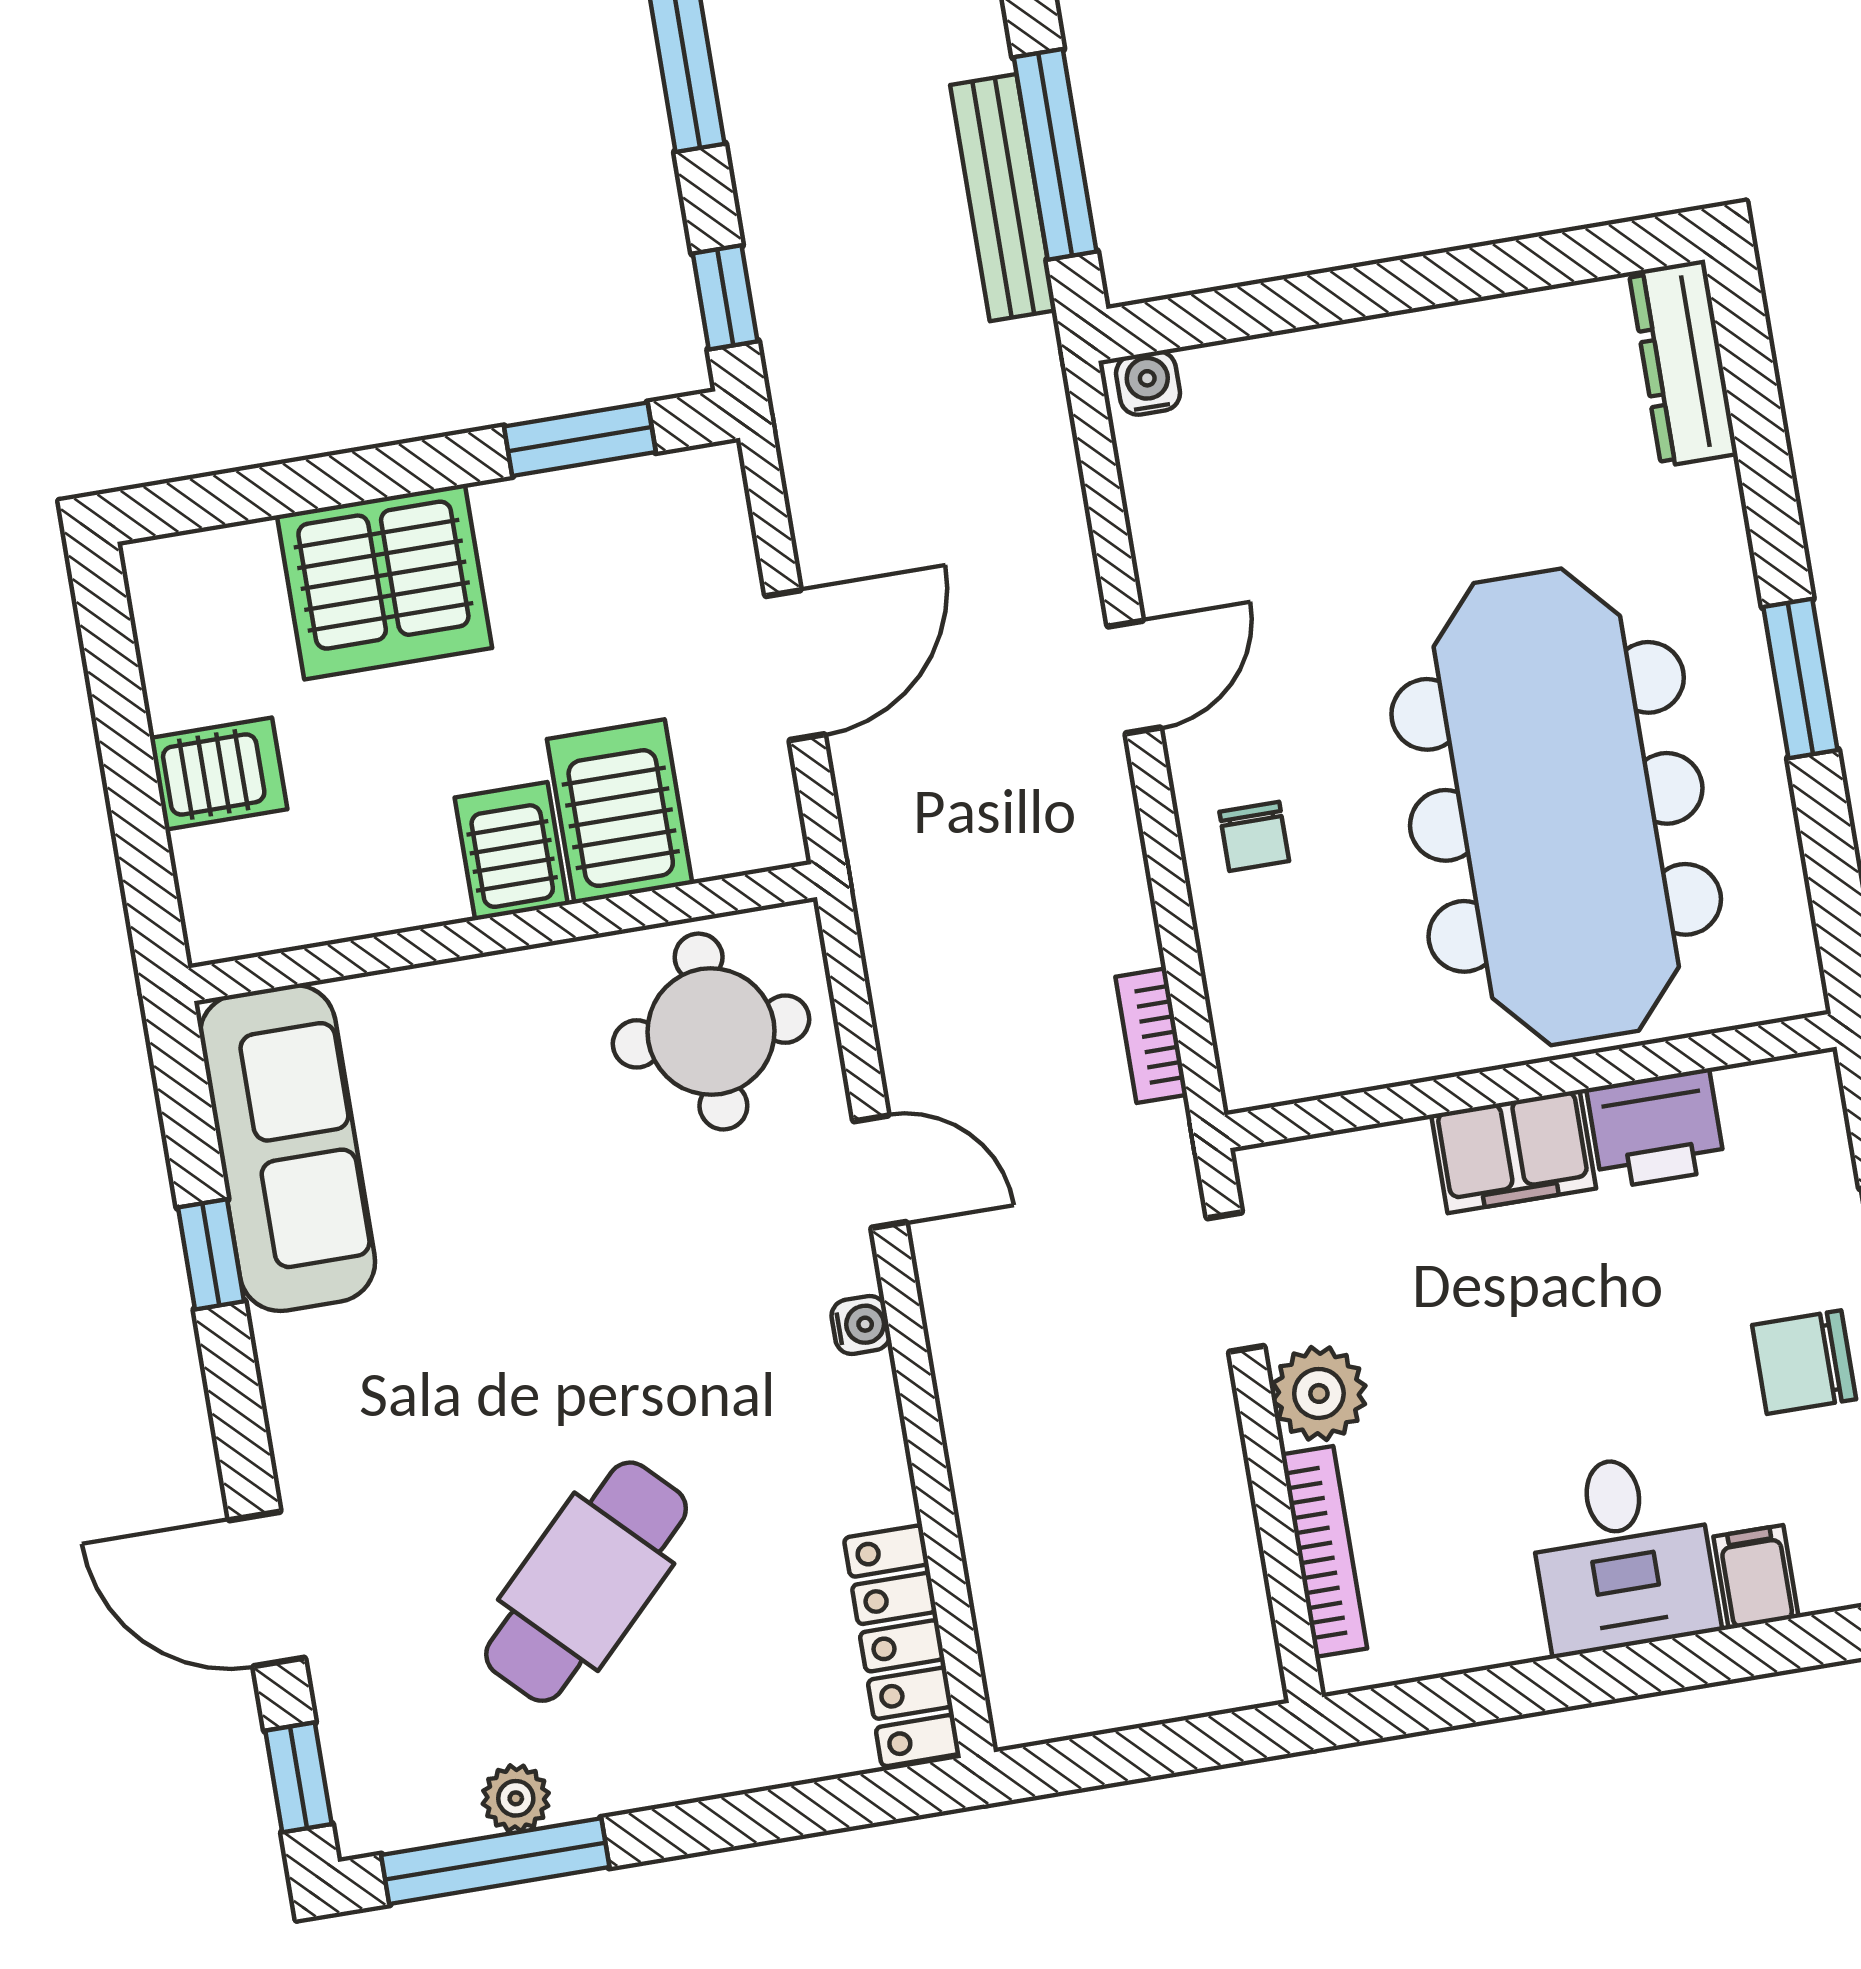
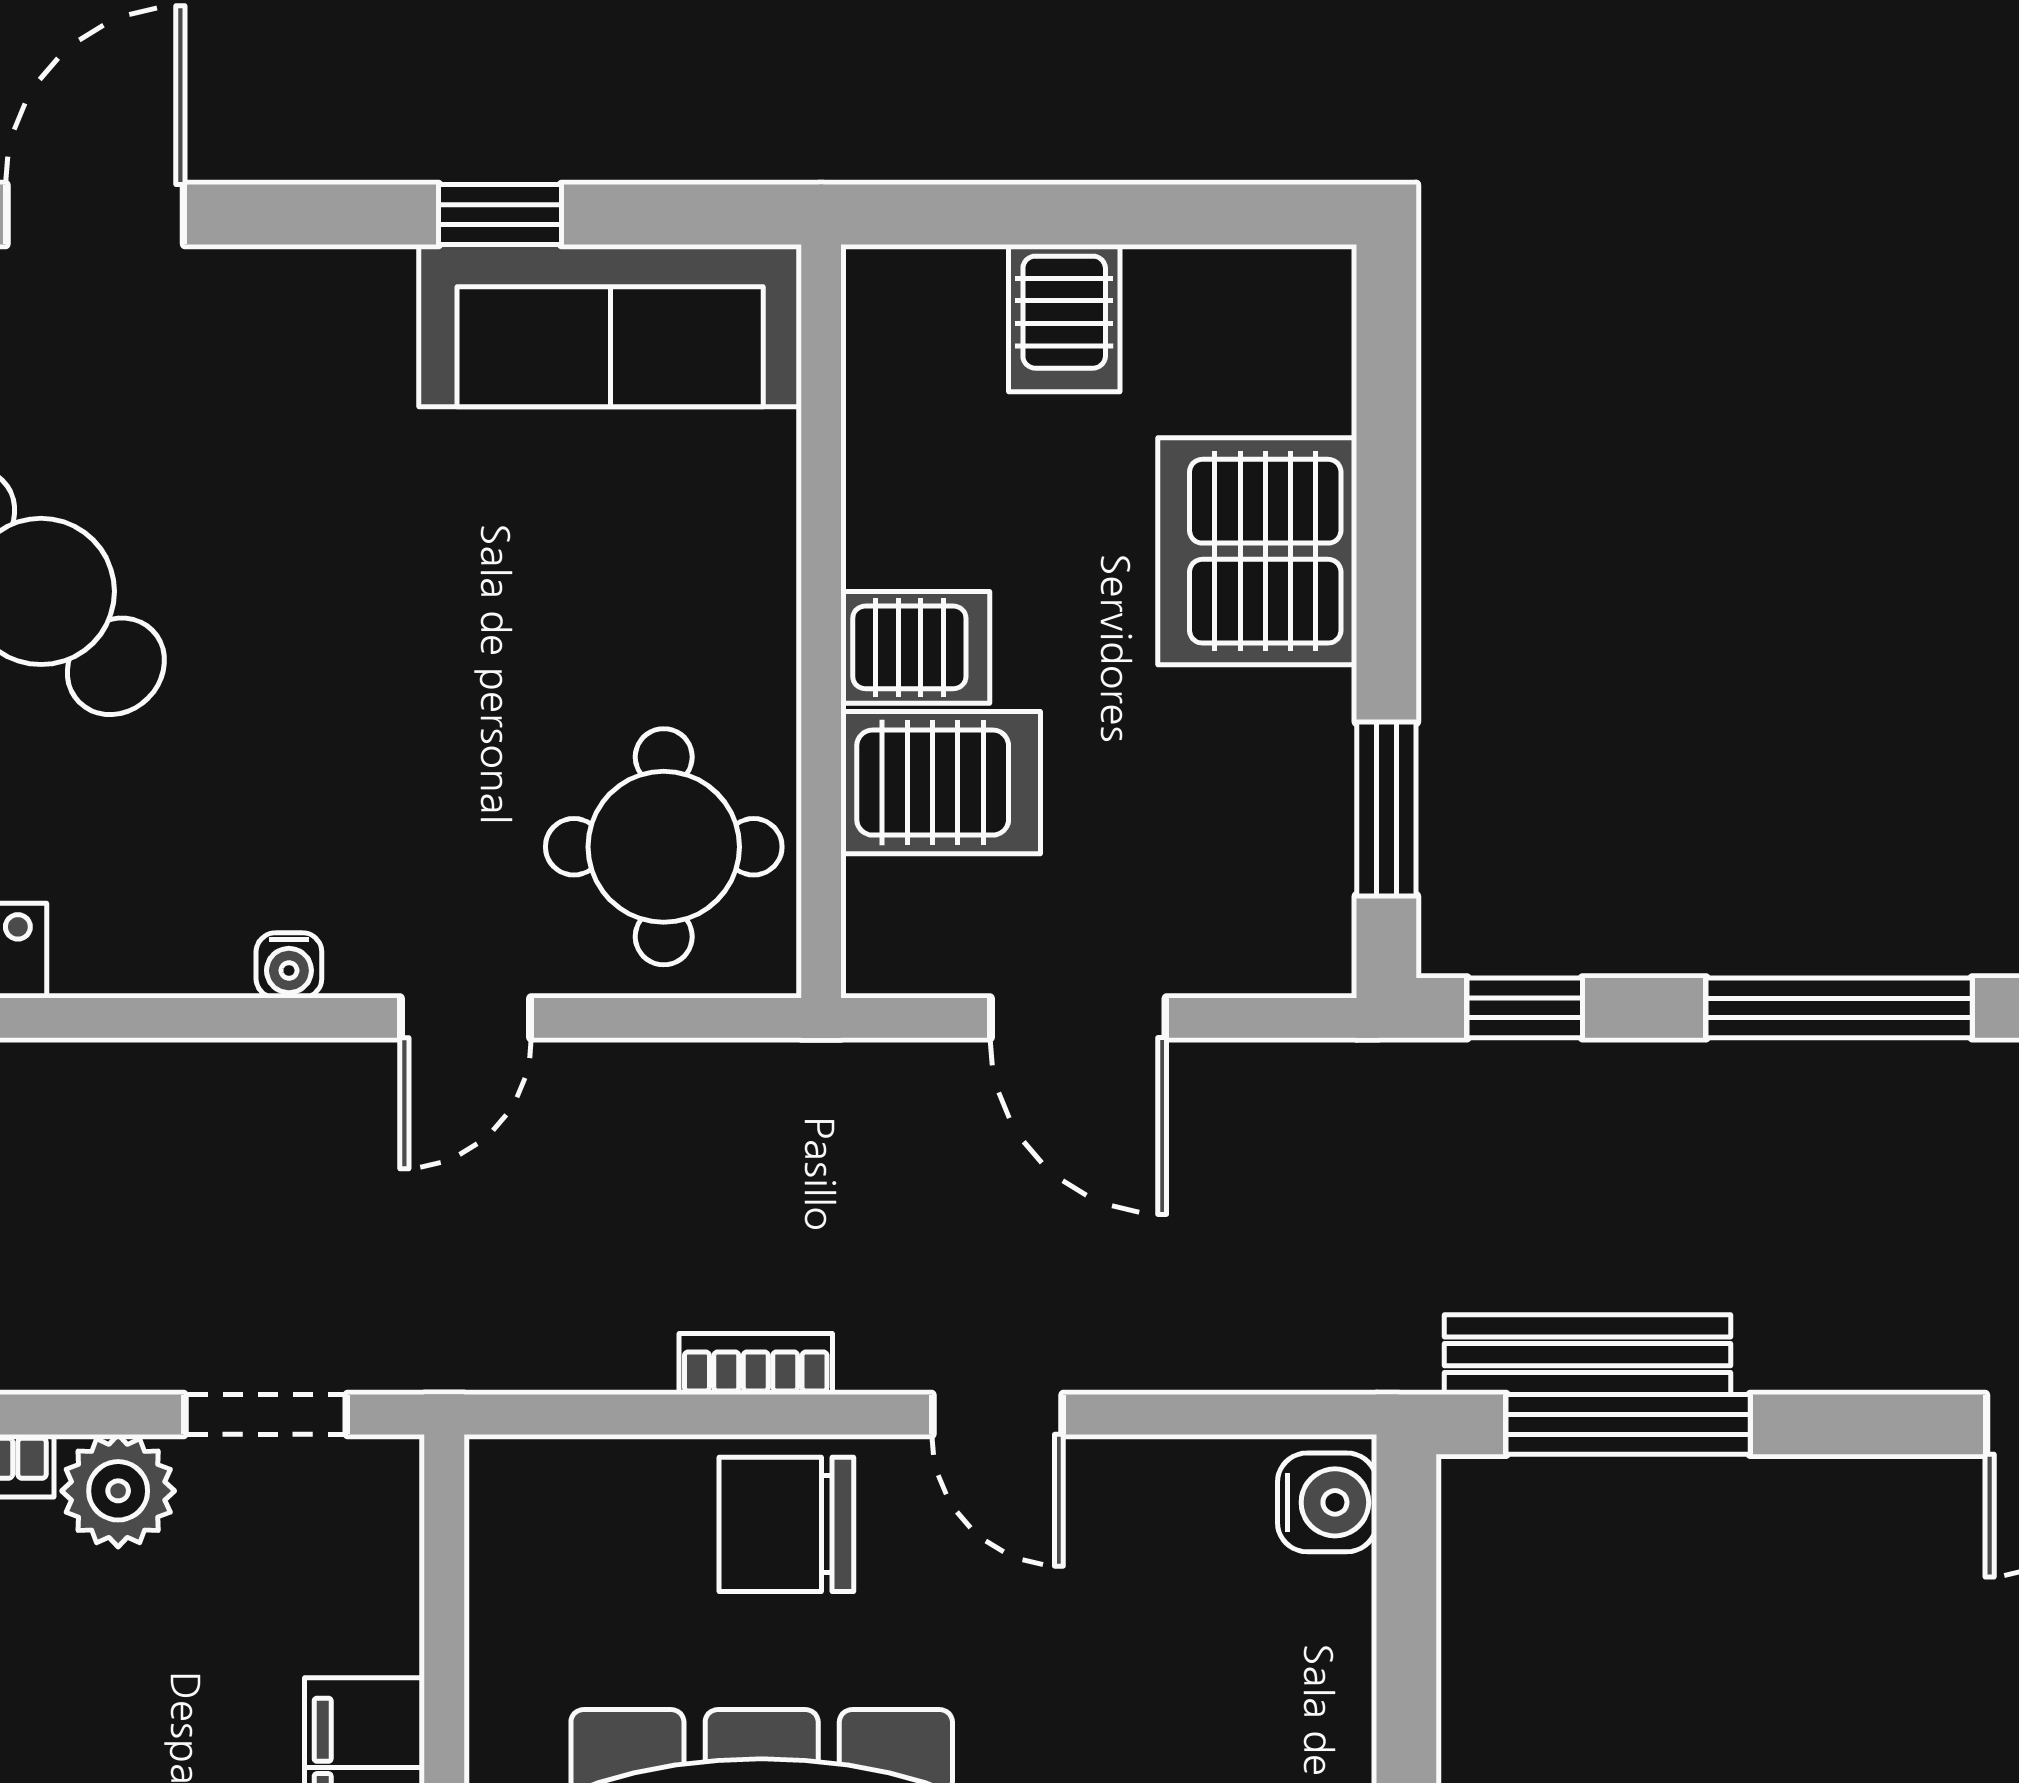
water cooler: (1148, 383) -> (1327, 1502), width x1.38, depth x1.38
chair: (1254, 836) -> (786, 1524), width x1.87, depth x1.87
bookcase: (1151, 1036) -> (756, 1364), moved

